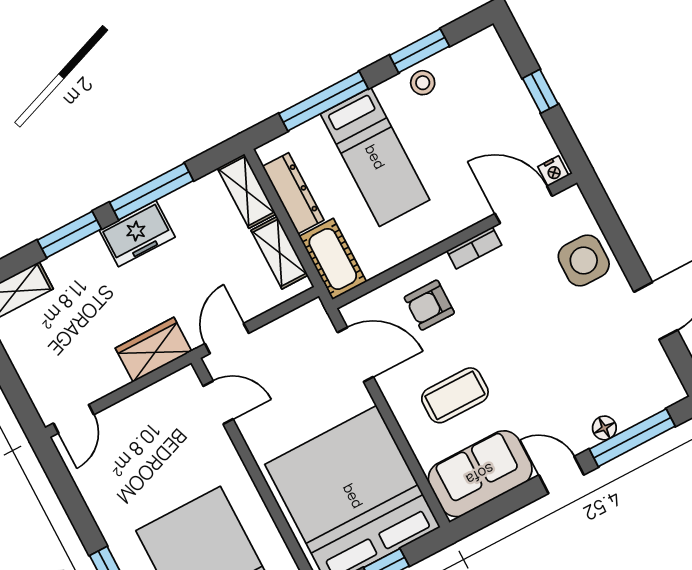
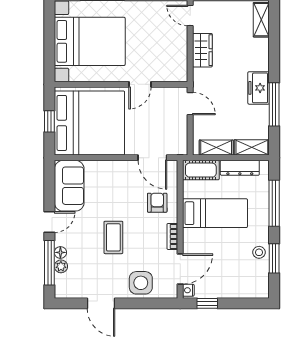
window: (540, 91) -> (207, 303), moved
bed: (375, 157) -> (215, 213), moved, turned 180
window: (69, 235) -> (274, 57), removed
wardrobe: (154, 350) -> (202, 50), moved
door: (355, 355) -> (152, 158), hinge flipped
coffee table: (455, 395) -> (113, 237), moved
door: (218, 403) -> (140, 84), moved
plant: (628, 414) -> (61, 266), added

